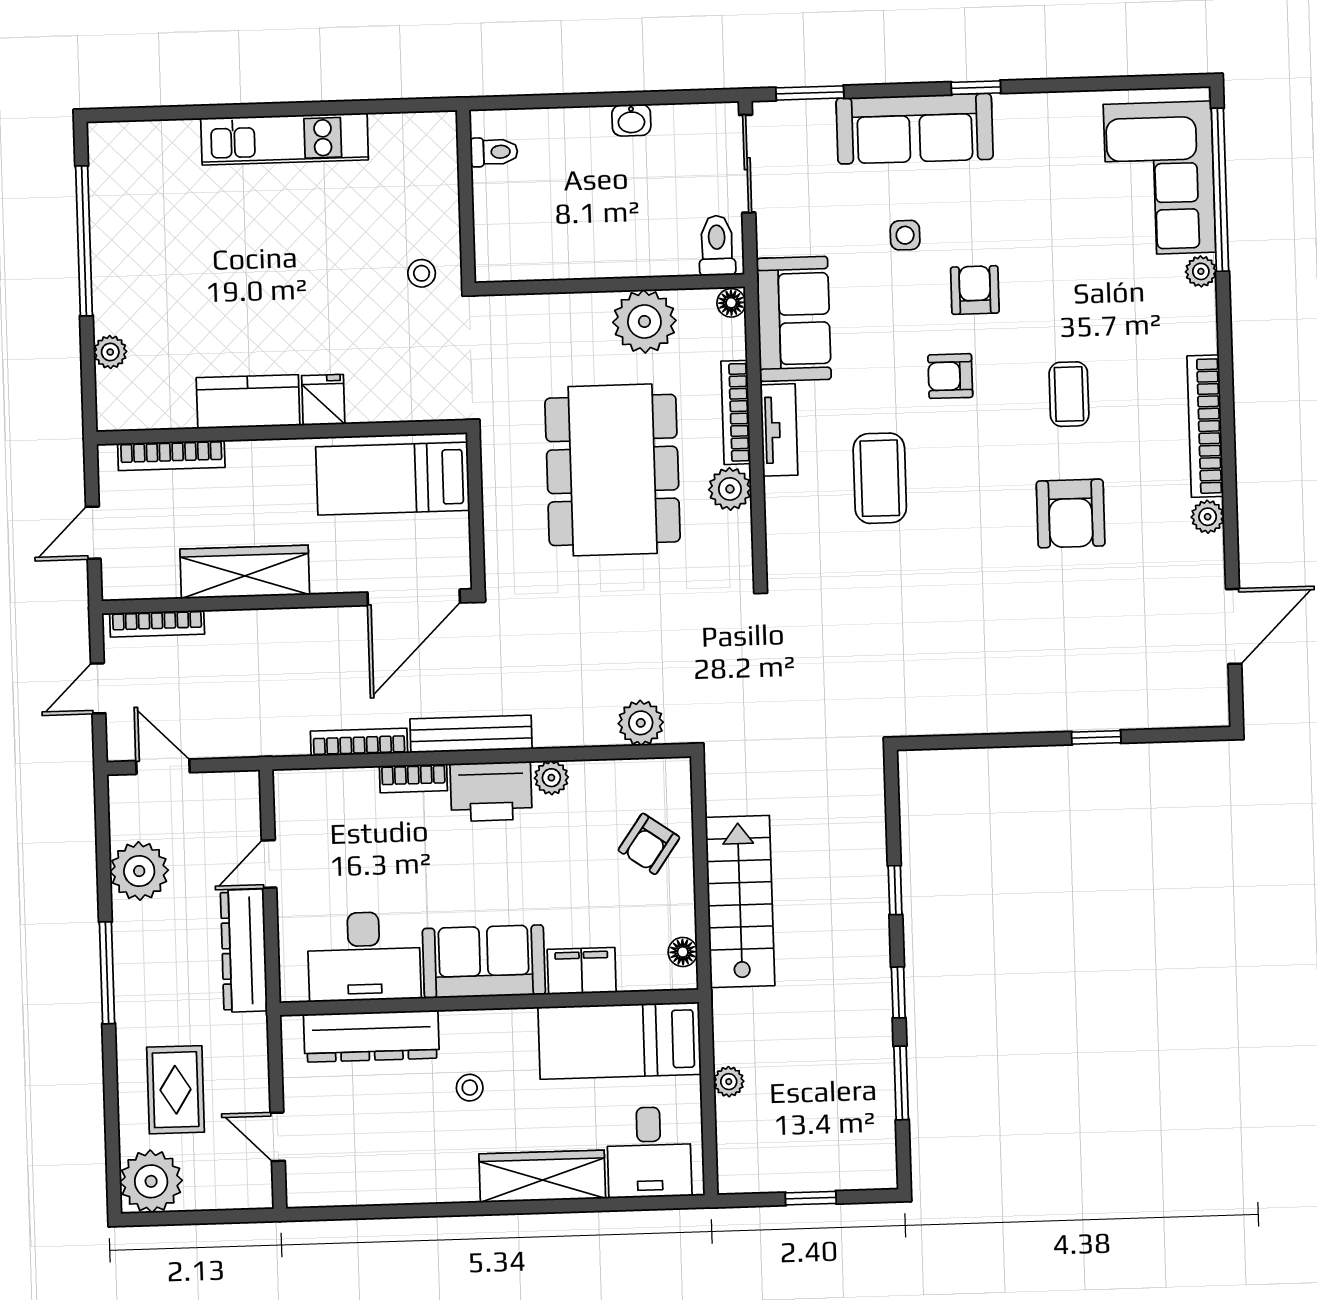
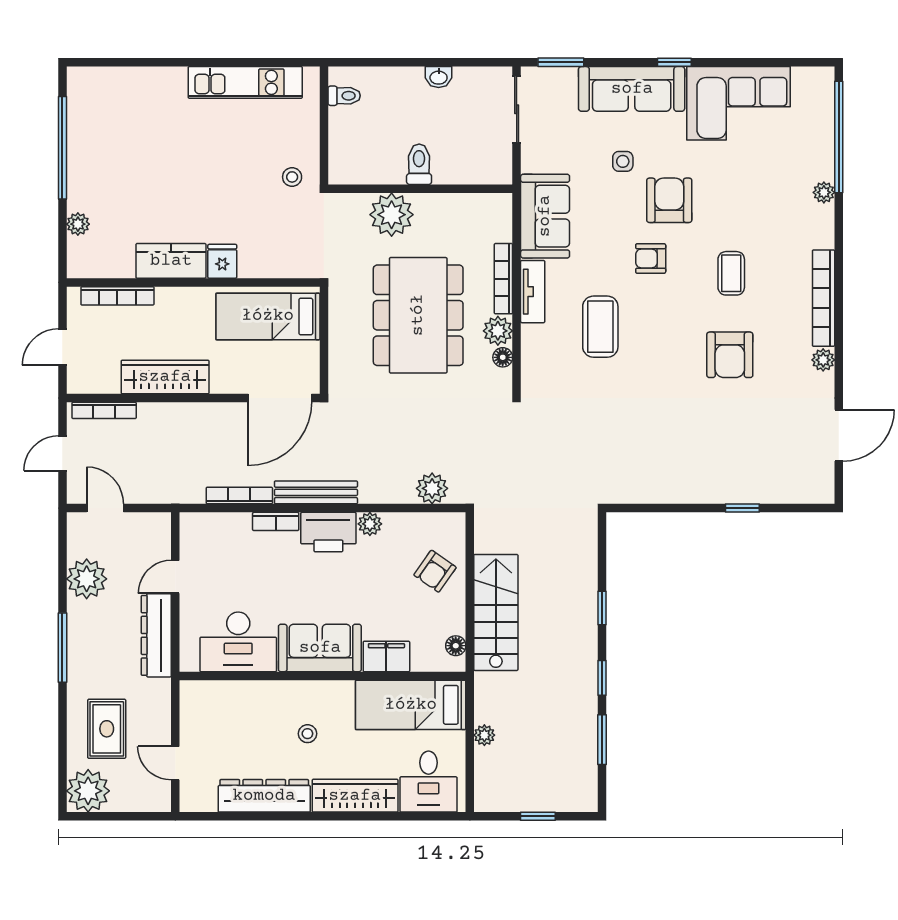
kitchen unit: (285, 139) -> (245, 82), moved
corner sofa: (1160, 178) -> (738, 103), moved, turned -90
toilet: (717, 245) -> (419, 164), moved
armchair: (975, 290) -> (669, 200), width x1.38, depth x1.38
floor lamp: (731, 303) -> (503, 357), moved
plant: (644, 321) -> (392, 215), moved
dresser: (371, 1036) -> (264, 796), moved, turned 180

